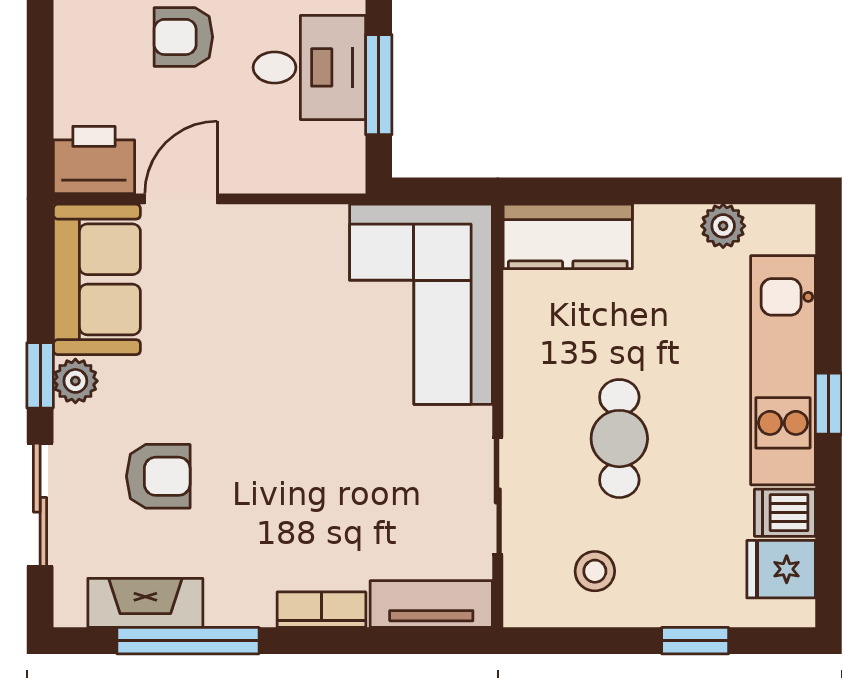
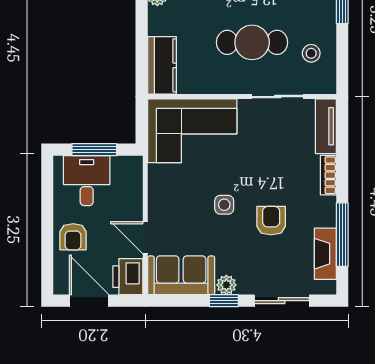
door: (40, 73) -> (89, 301), added
side table: (255, 376) -> (224, 205), added
cafe table: (619, 439) -> (252, 42), width x1.37, depth x1.35
armchair: (158, 476) -> (271, 221), moved

